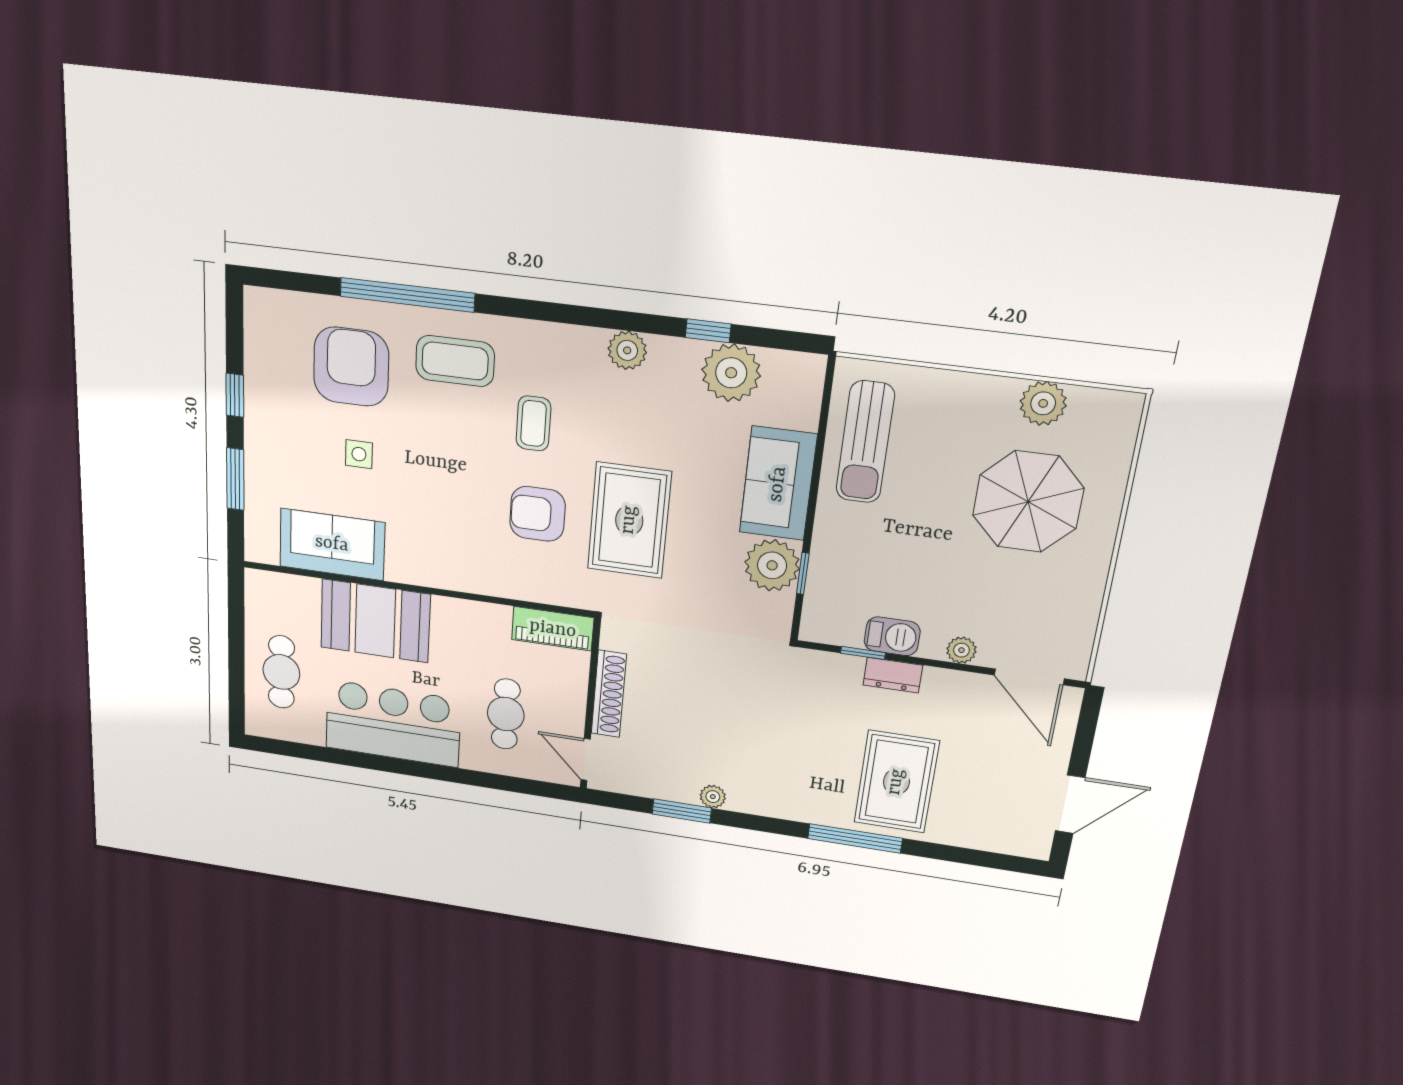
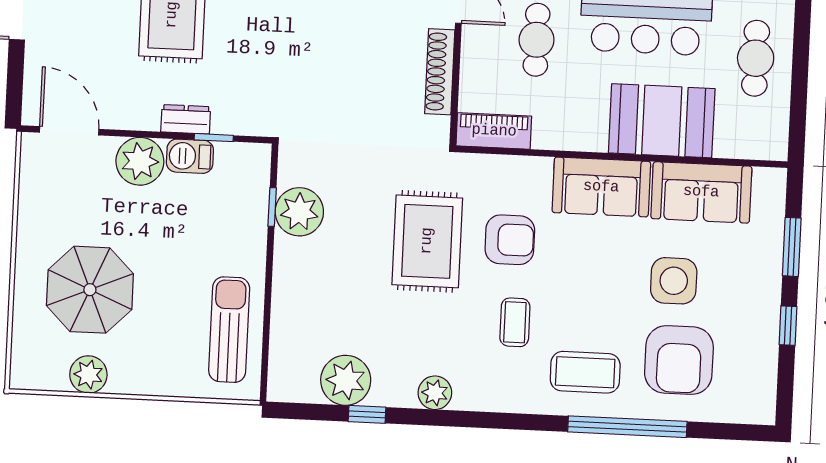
side table: (359, 454) -> (674, 281), width x1.87, depth x1.87
sofa: (778, 484) -> (601, 187), moved, turned 90
plant: (961, 650) -> (140, 161), width x1.88, depth x1.88

